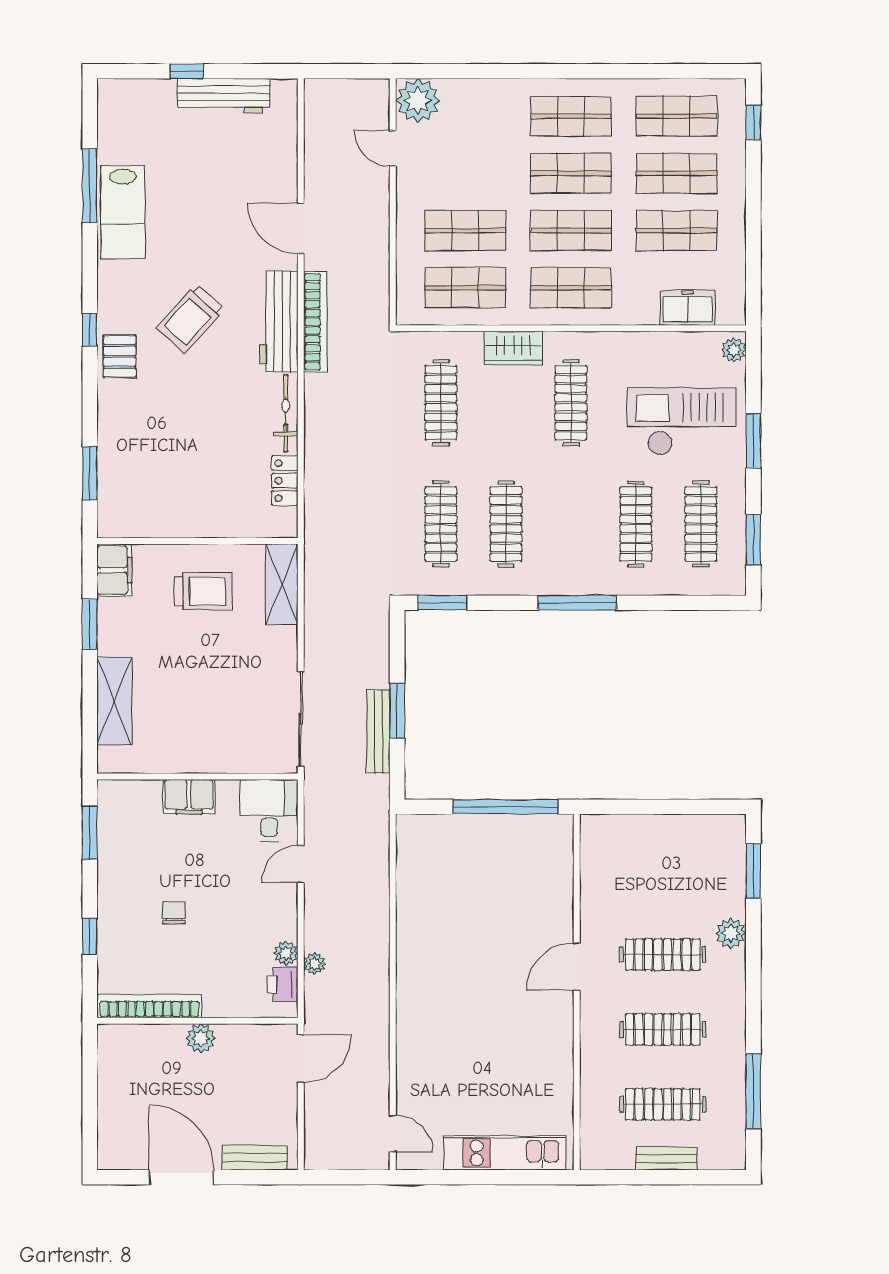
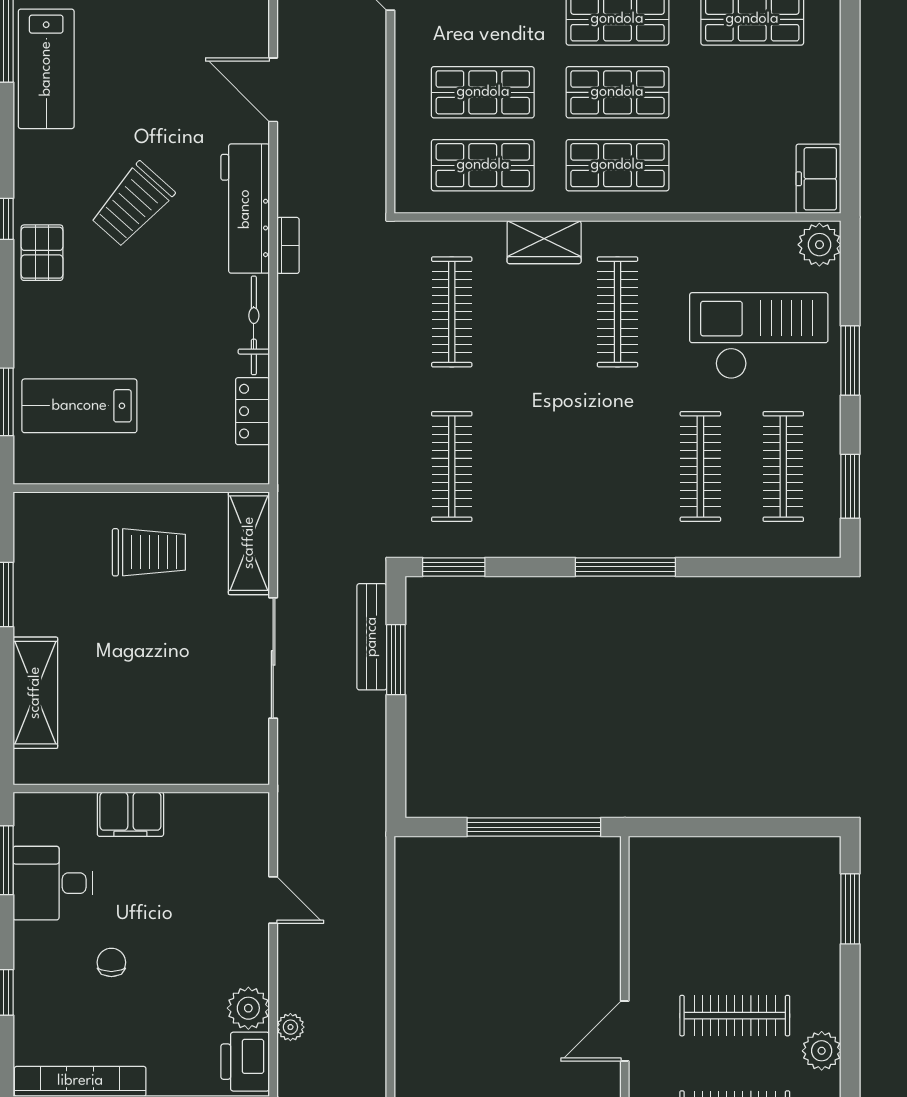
shop shelf: (677, 231) -> (752, 92), removed
freezer: (688, 308) -> (818, 179), moved, turned -90
bookcase: (315, 322) -> (288, 245), width x0.43, depth x0.76
plant: (734, 350) -> (819, 245), width x1.38, depth x1.38
lab bench: (149, 476) -> (79, 406), added
clothes rail: (506, 524) -> (535, 467), removed
filing cabinet: (114, 570) -> (35, 525), removed
window: (397, 711) -> (396, 660), moved
sliding door: (301, 719) -> (273, 658), moved
bench: (378, 732) -> (372, 637), moved
desk: (269, 811) -> (53, 883), moved, turned -90
door: (301, 864) -> (273, 900), swing flipped
plant: (731, 933) -> (822, 1051), moved
plant: (286, 953) -> (248, 1008), width x1.38, depth x1.38
printer: (283, 985) -> (245, 1062), width x1.36, depth x1.24

